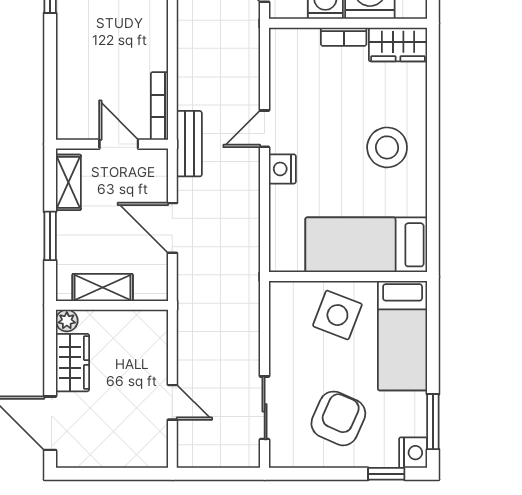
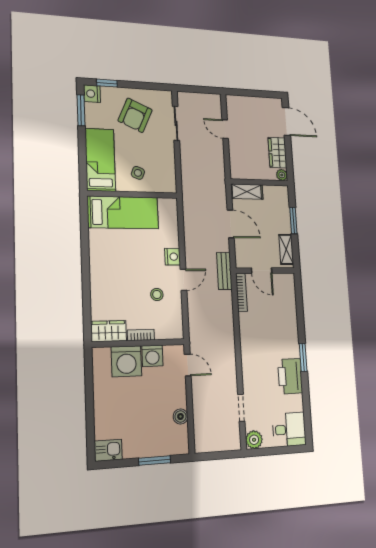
stool: (387, 147) -> (157, 294), moved, width x0.53, depth x0.53
shelving: (103, 287) -> (247, 192), moved
side table: (337, 315) -> (138, 173), width x0.54, depth x0.54

